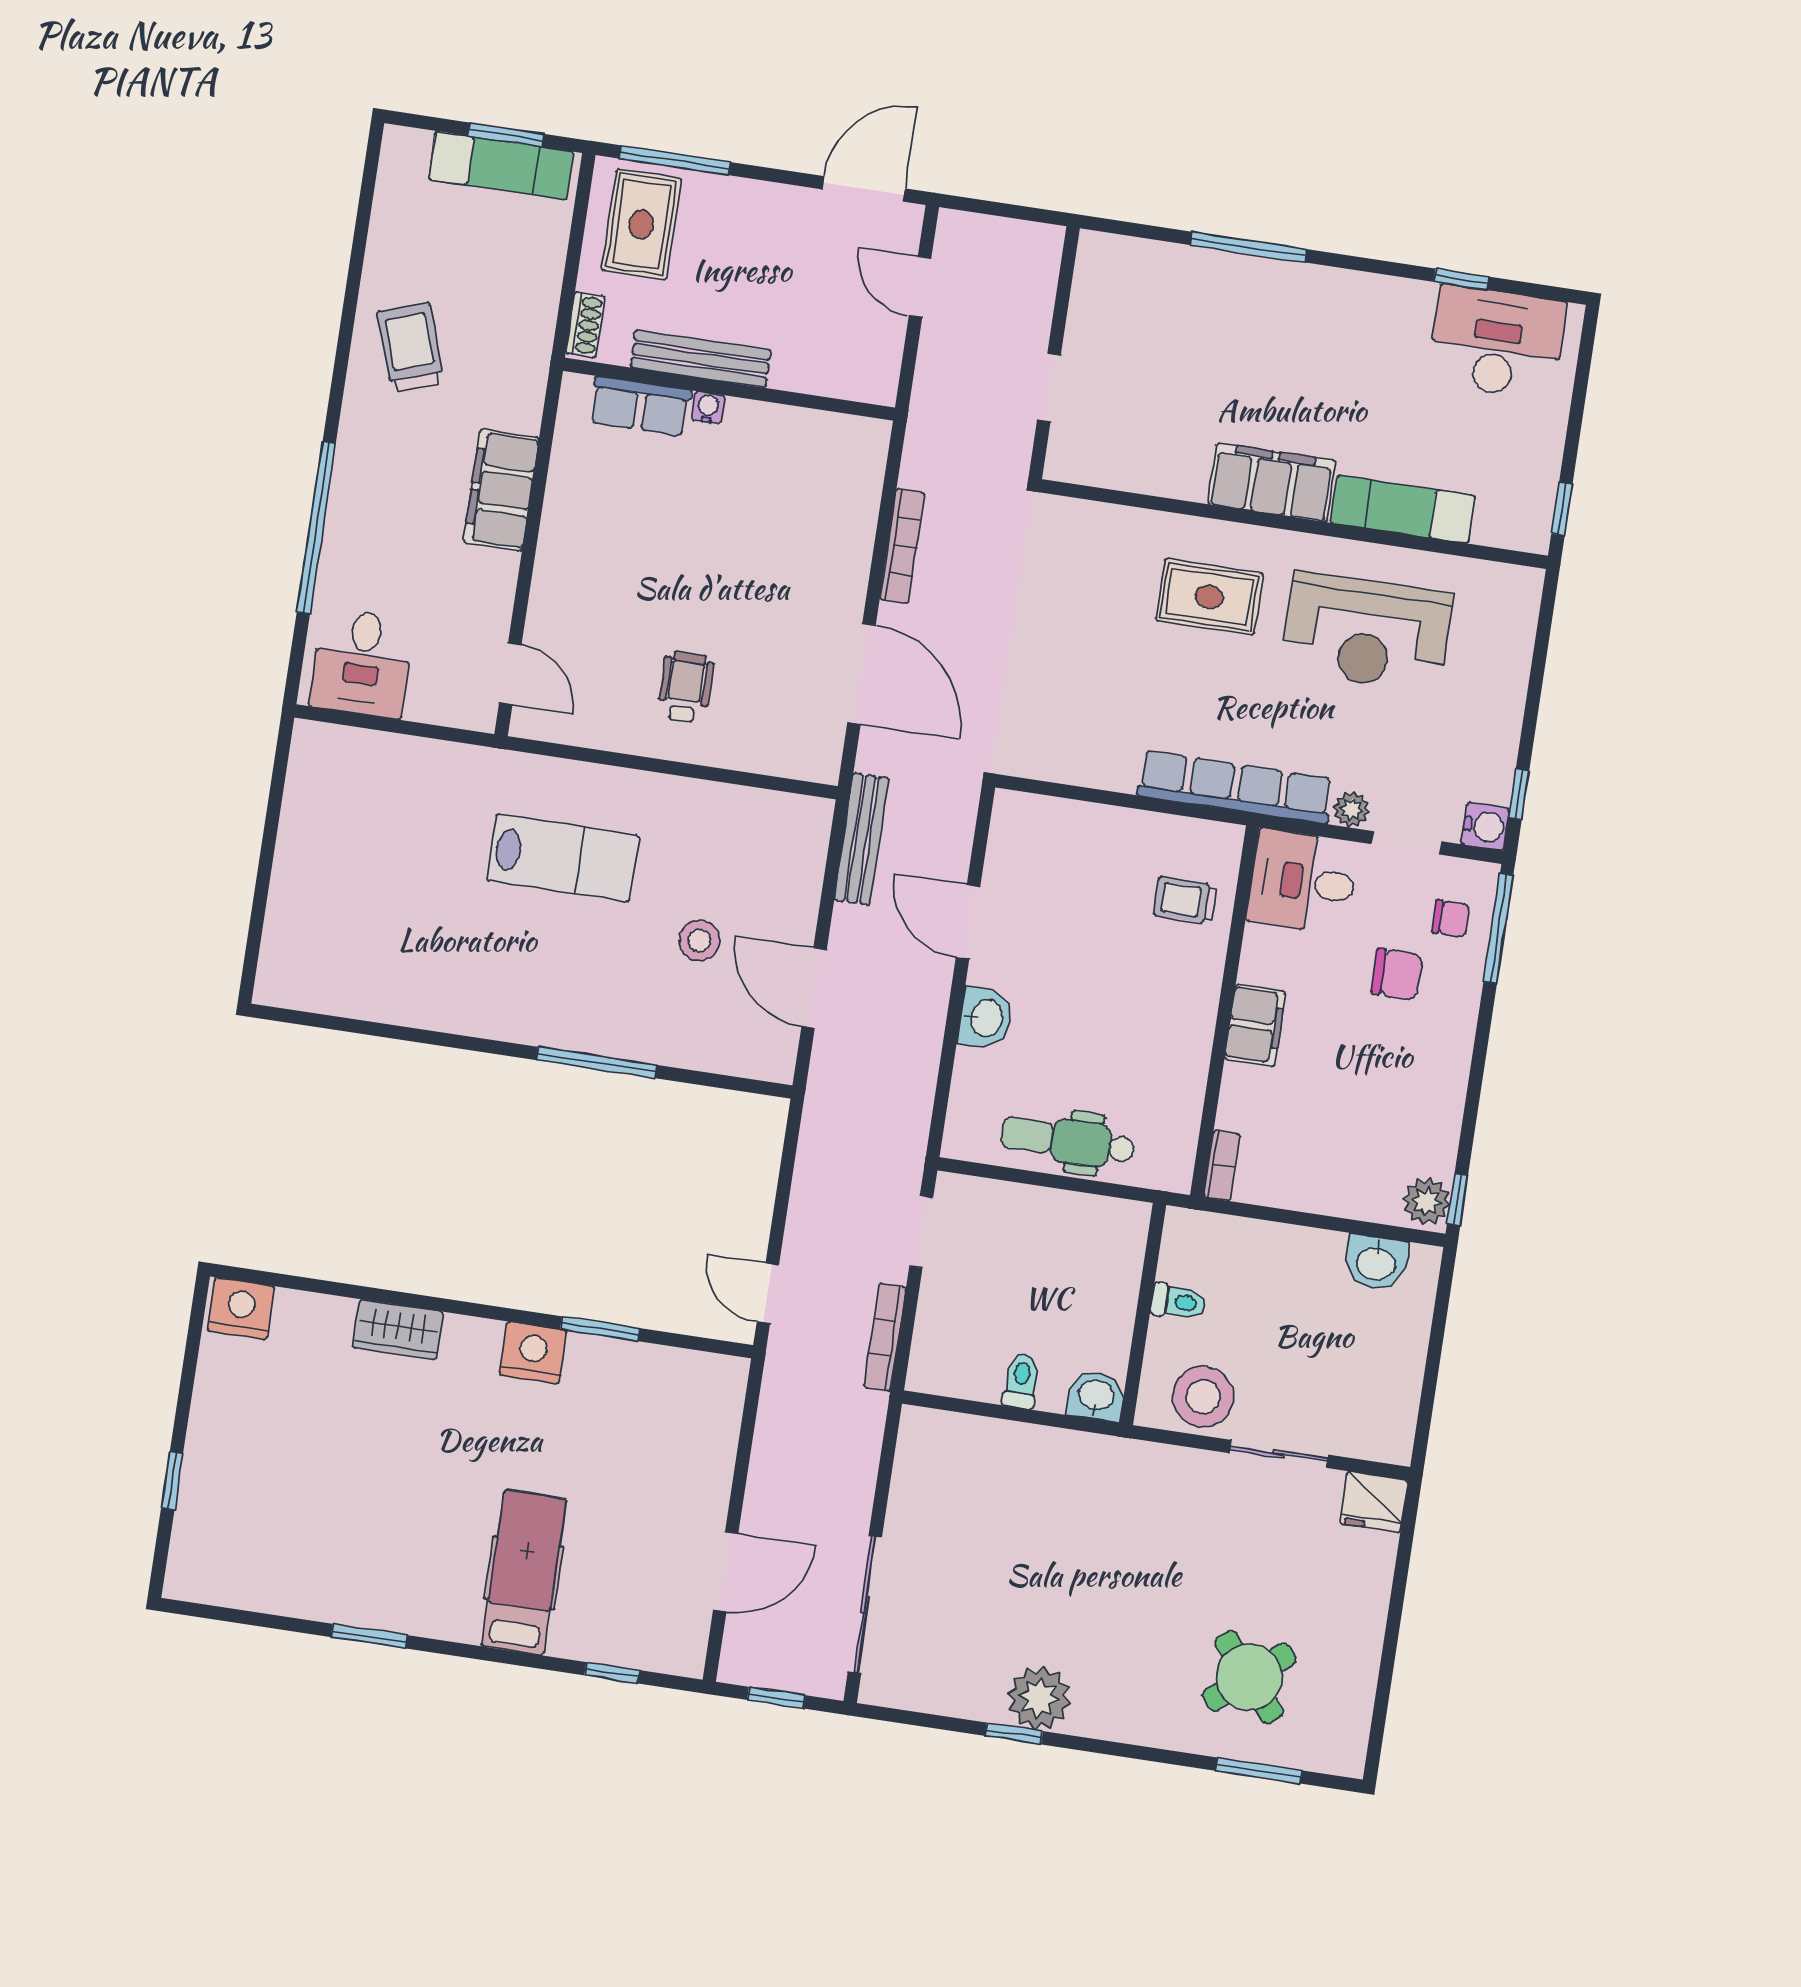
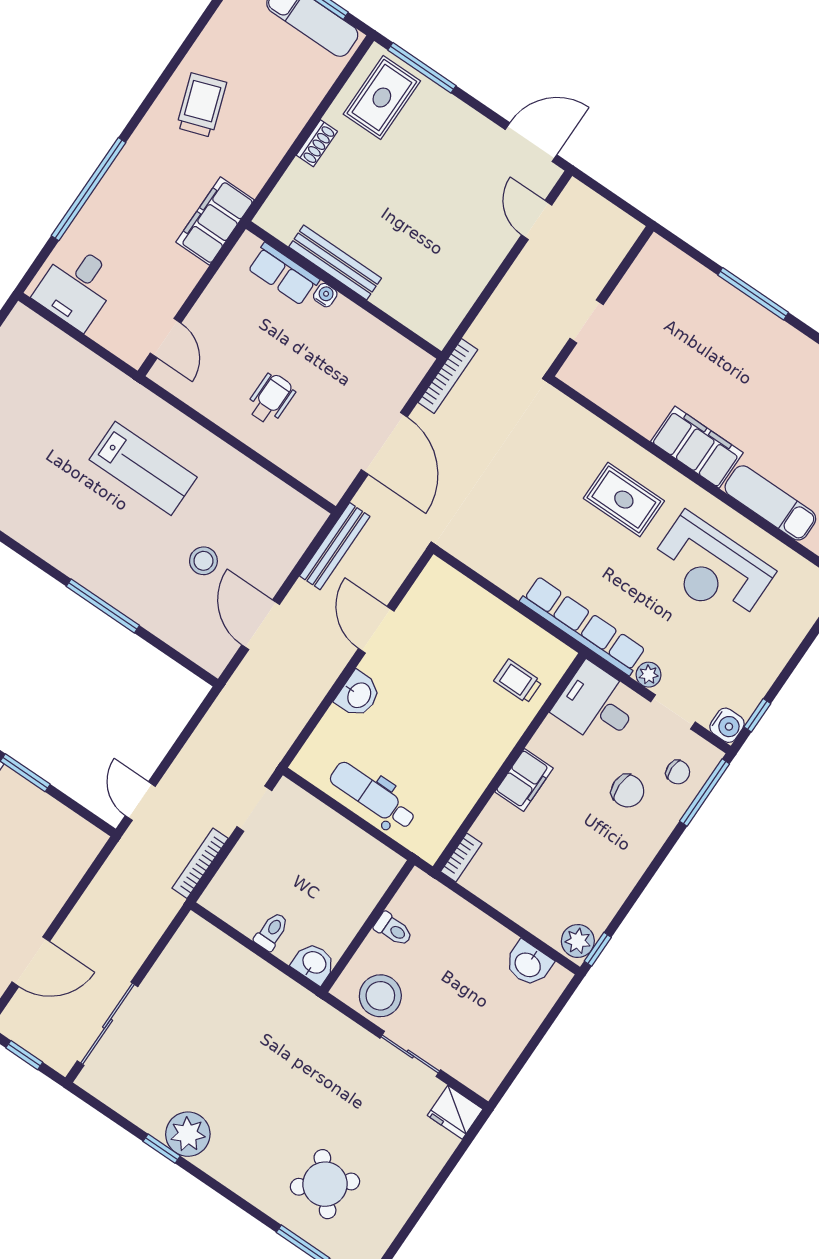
bench: (701, 359) -> (335, 262), moved
wall: (729, 389) -> (344, 290), moved
row of seats: (640, 406) -> (283, 274), moved
water cooler: (708, 408) -> (325, 295), moved

